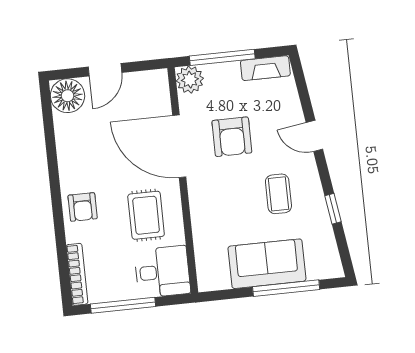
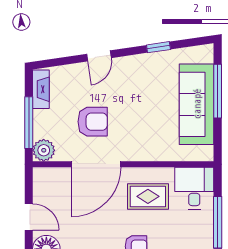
coffee table: (278, 194) -> (142, 89), removed
sofa: (267, 264) -> (197, 104), width x1.36

